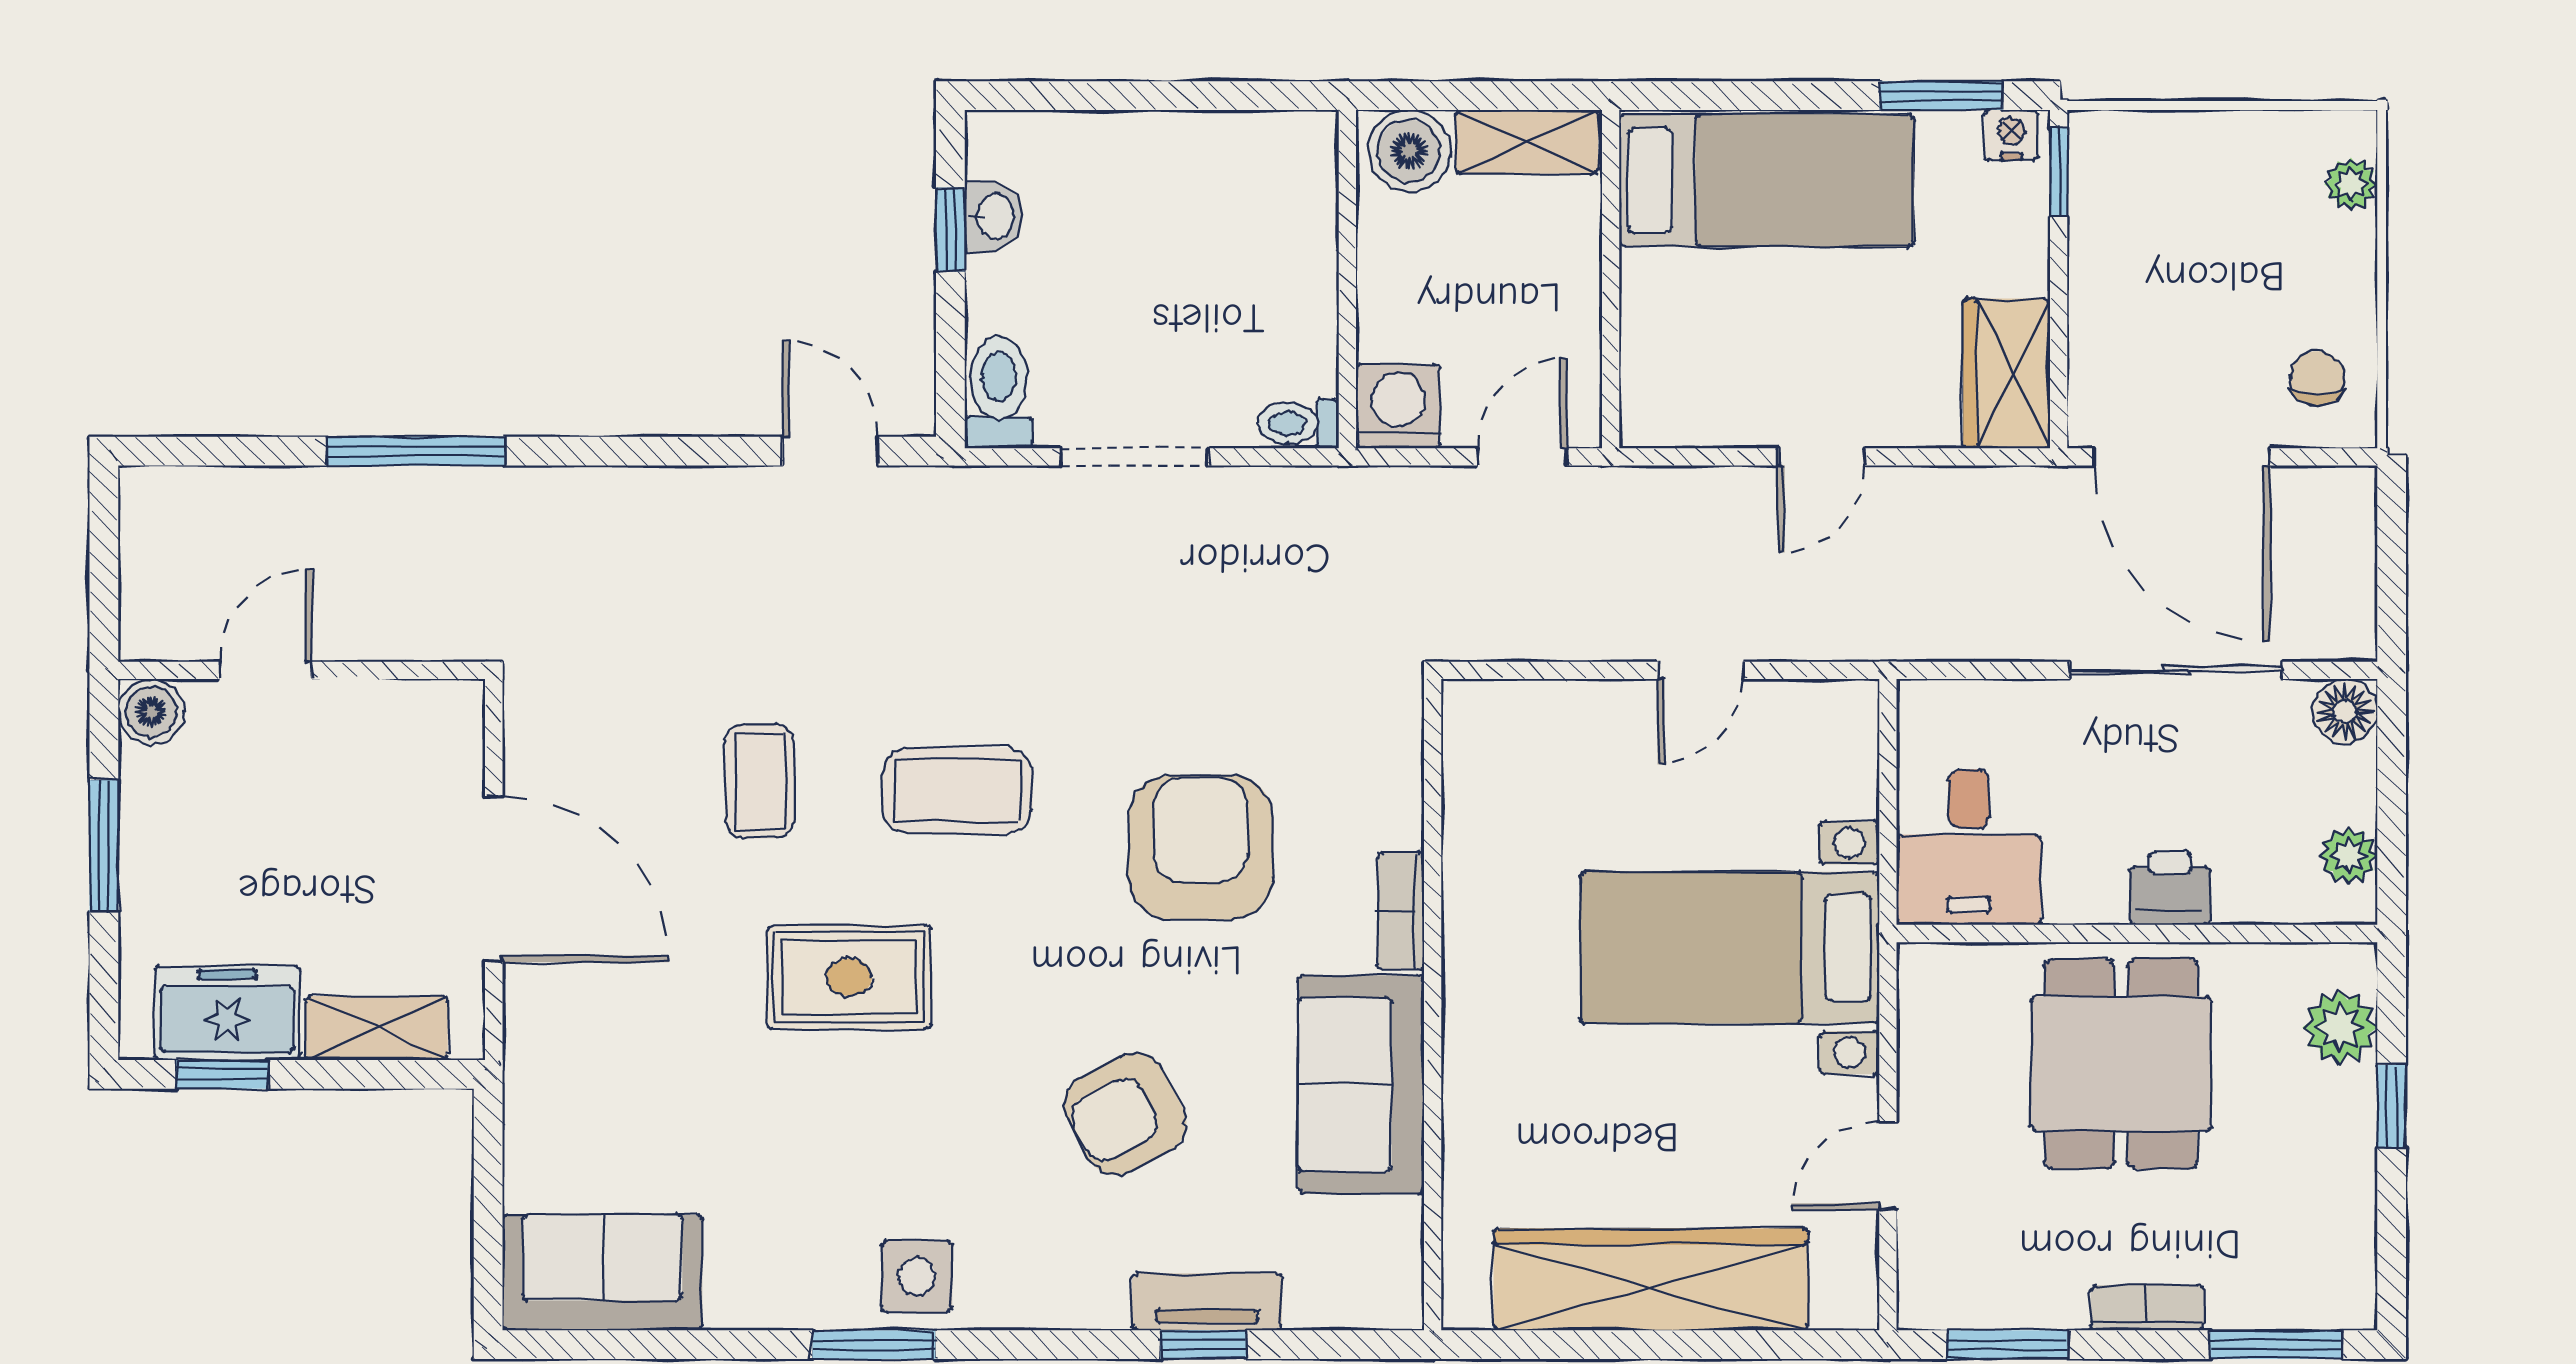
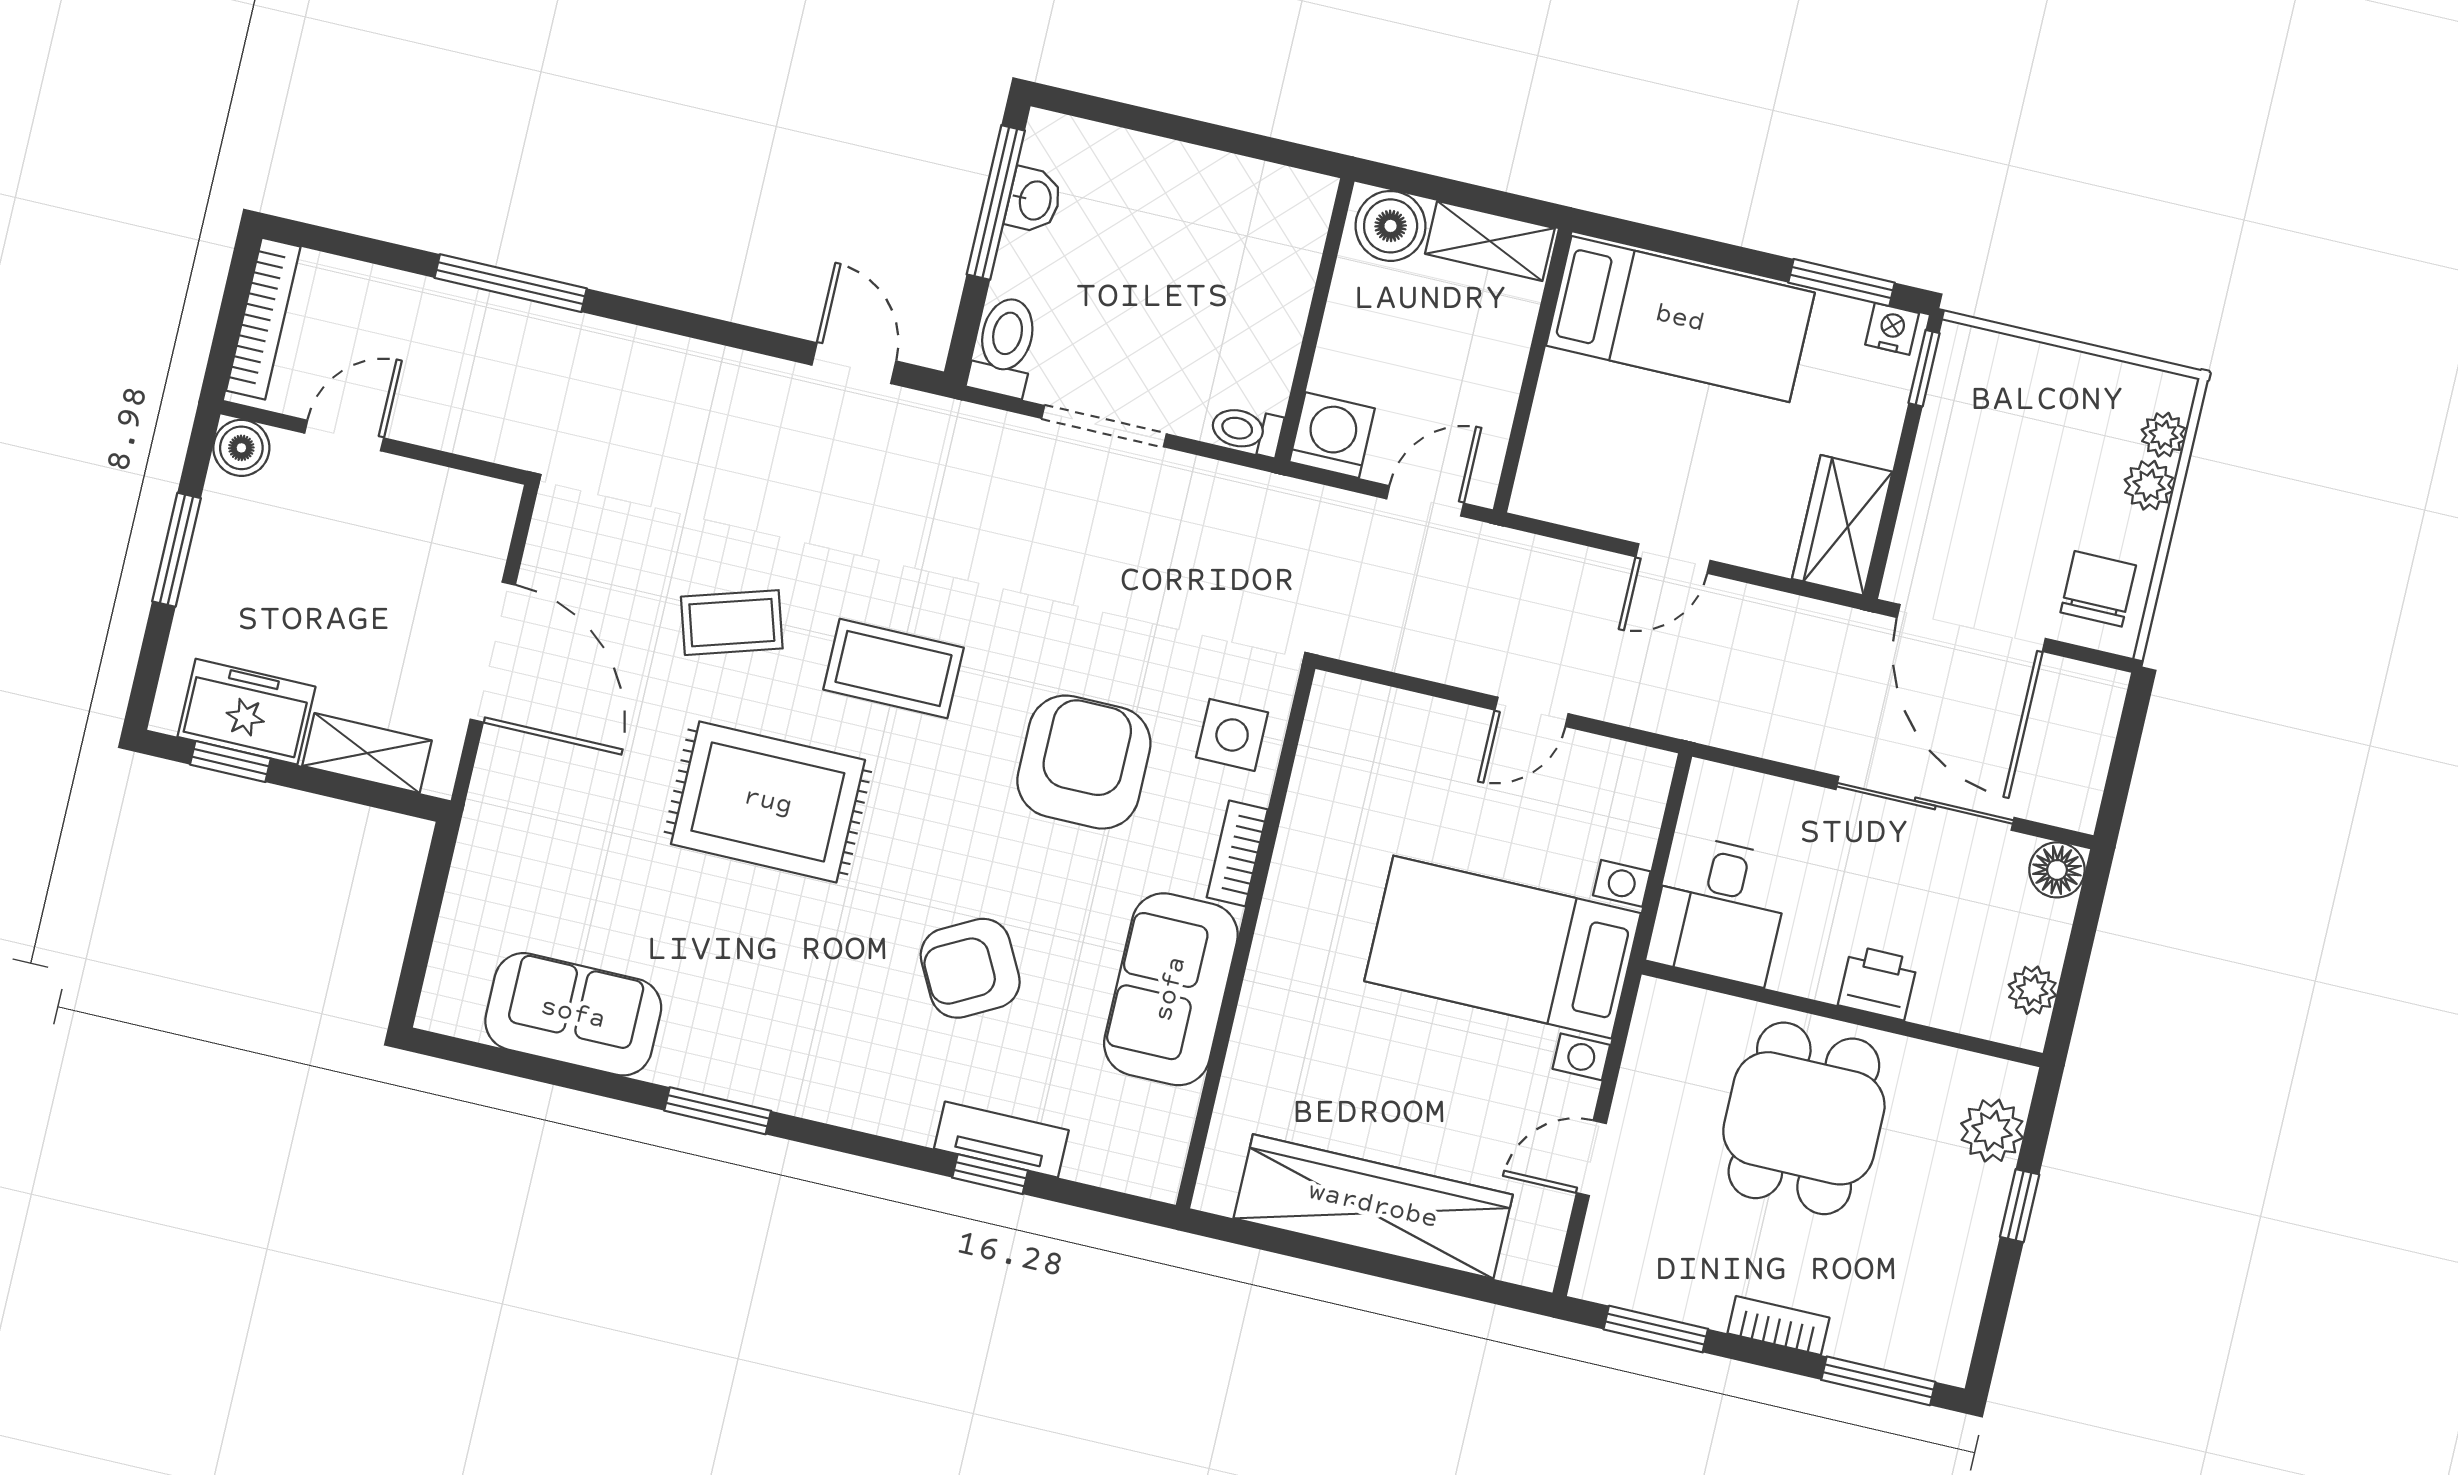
window: (950, 229) -> (996, 202), width x2.17
plant: (2348, 246) -> (2149, 485), added
chair: (2317, 378) -> (2098, 589), width x1.37, depth x1.37
bookcase: (142, 558) -> (263, 319), added
coffee table: (760, 781) -> (732, 623), turned 73
rug: (849, 977) -> (768, 802), width x1.36, depth x1.43
sofa: (602, 1273) -> (573, 1014), moved
side table: (917, 1276) -> (1232, 735), moved

